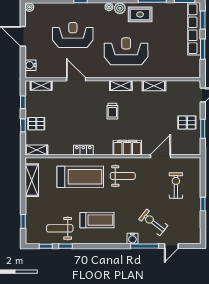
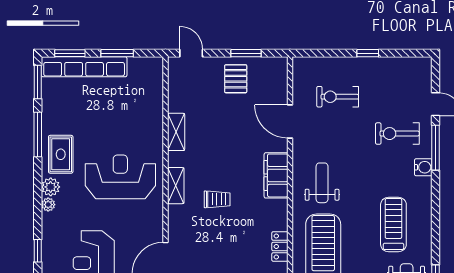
reception desk: (126, 51) -> (120, 177), turned 90
exercise bike: (153, 222) -> (397, 134), turned 52

